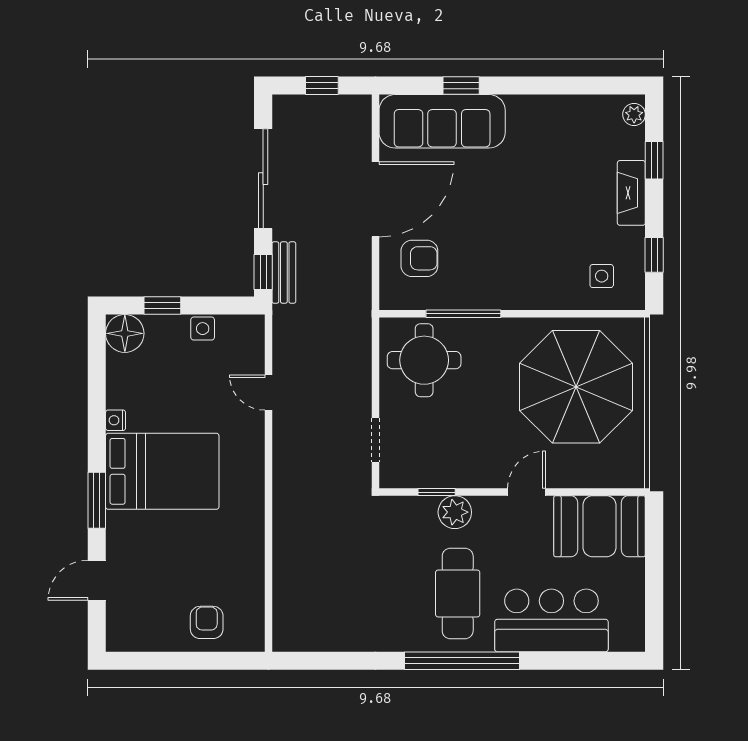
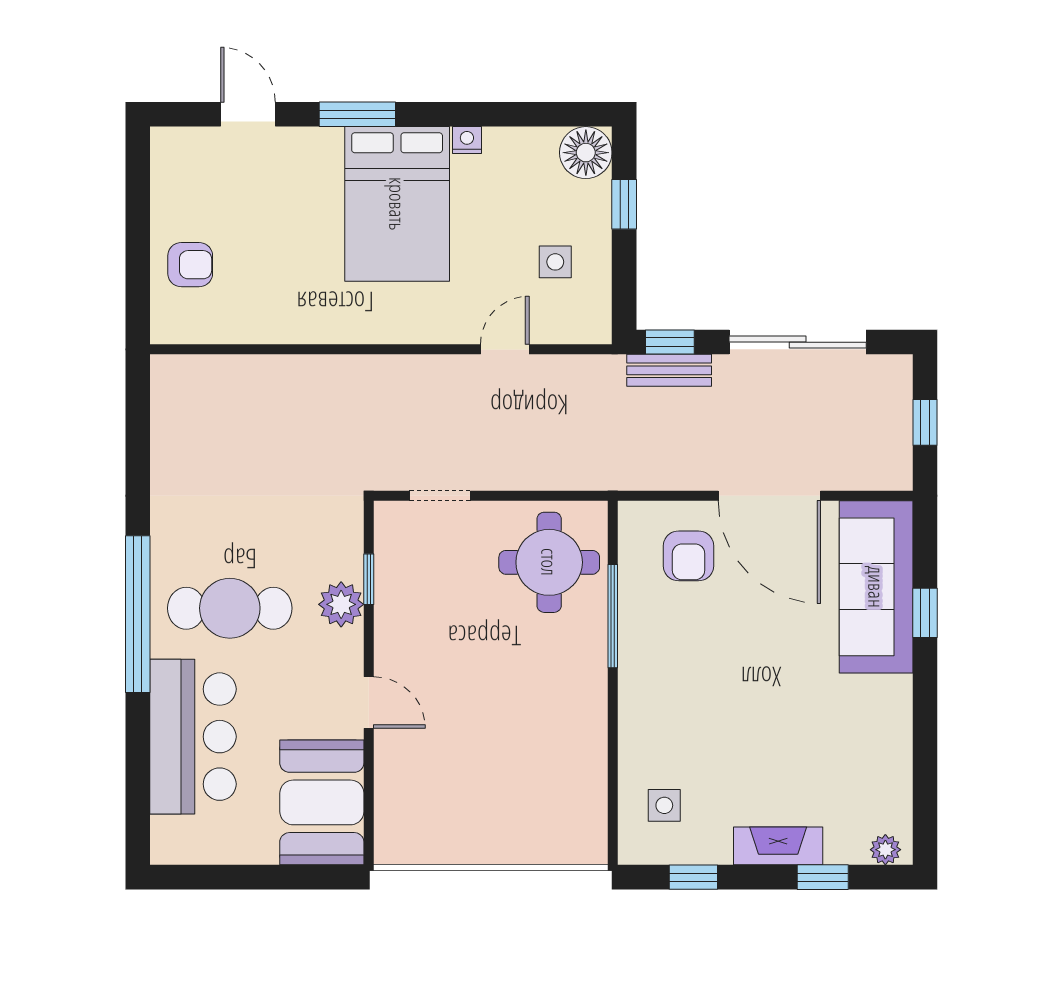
side table: (203, 329) -> (555, 262), moved
parasol: (576, 387) -> (513, 770), removed

